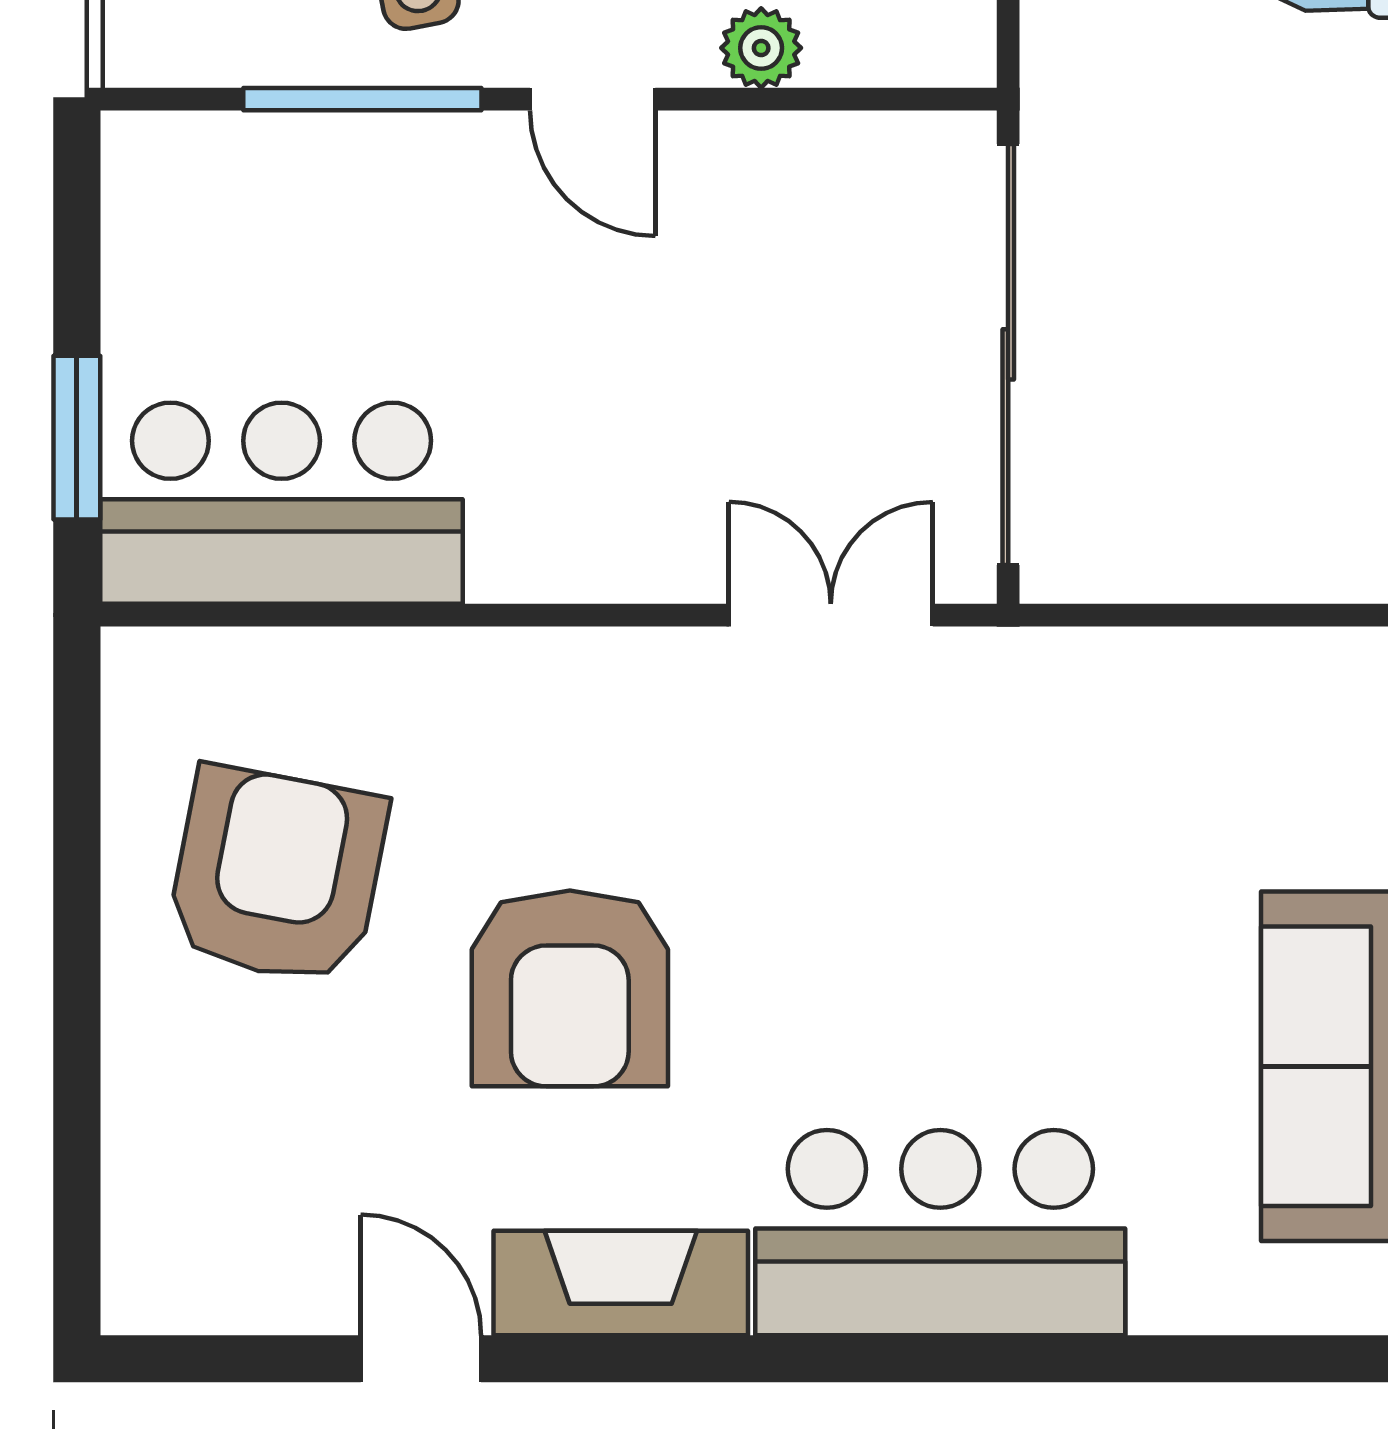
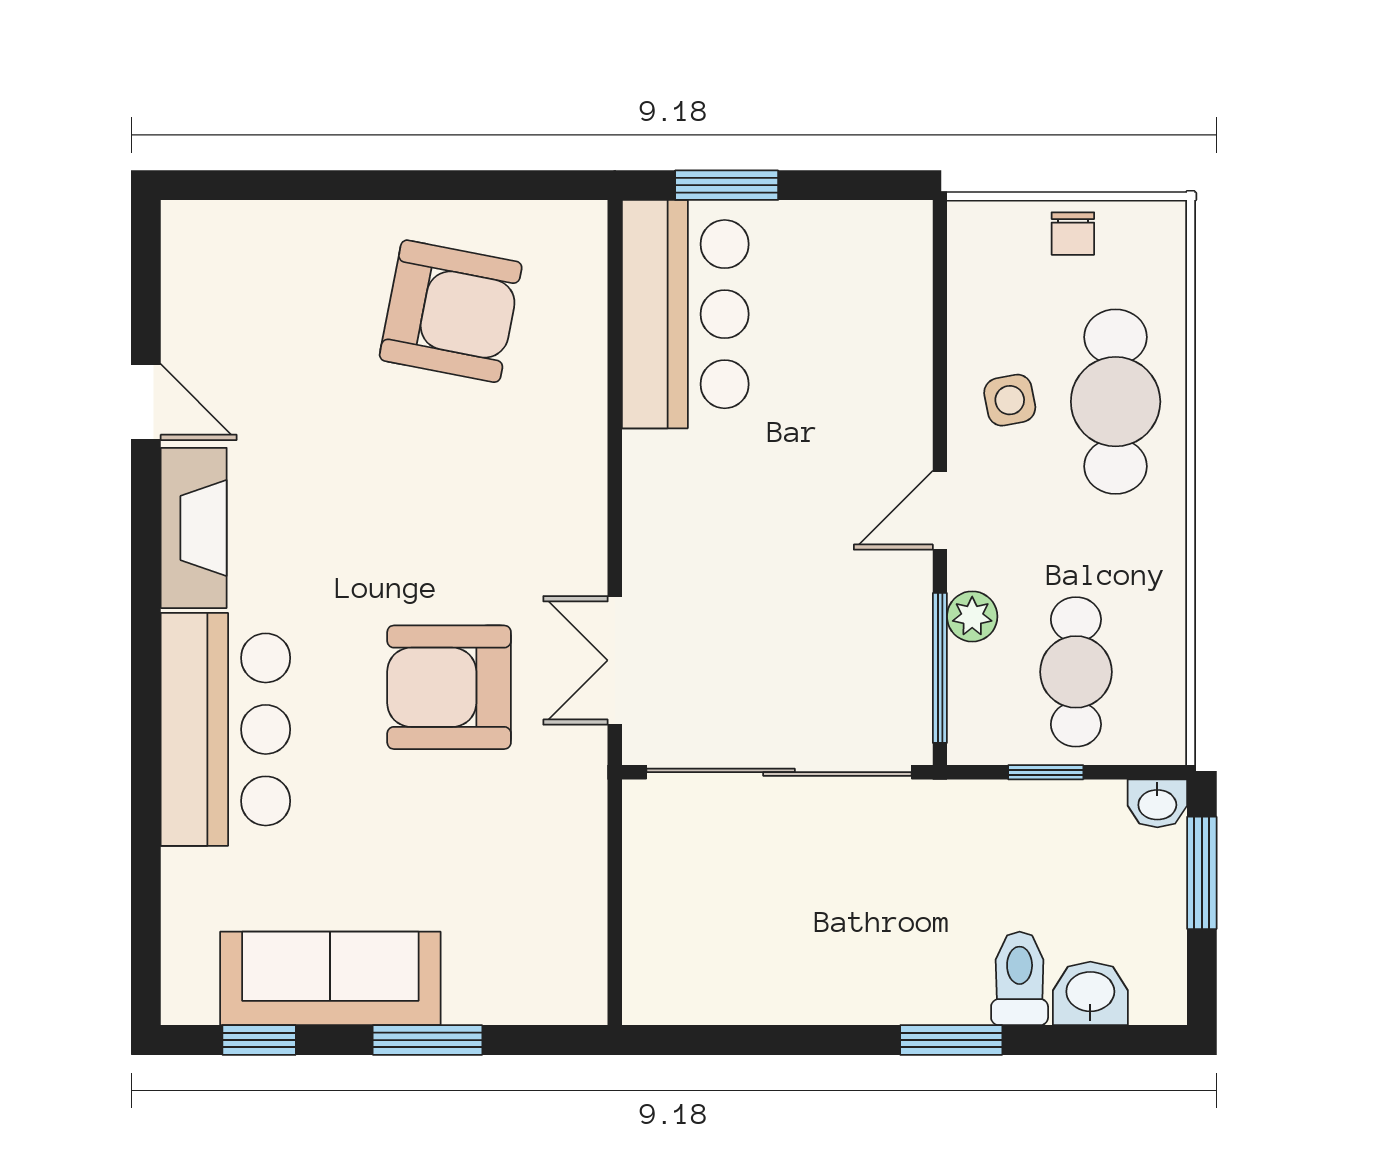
window: (362, 99) -> (940, 668), moved
double door: (831, 615) -> (615, 660), swing flipped
armchair: (570, 988) -> (449, 687), moved
door: (421, 1359) -> (146, 402), hinge flipped

